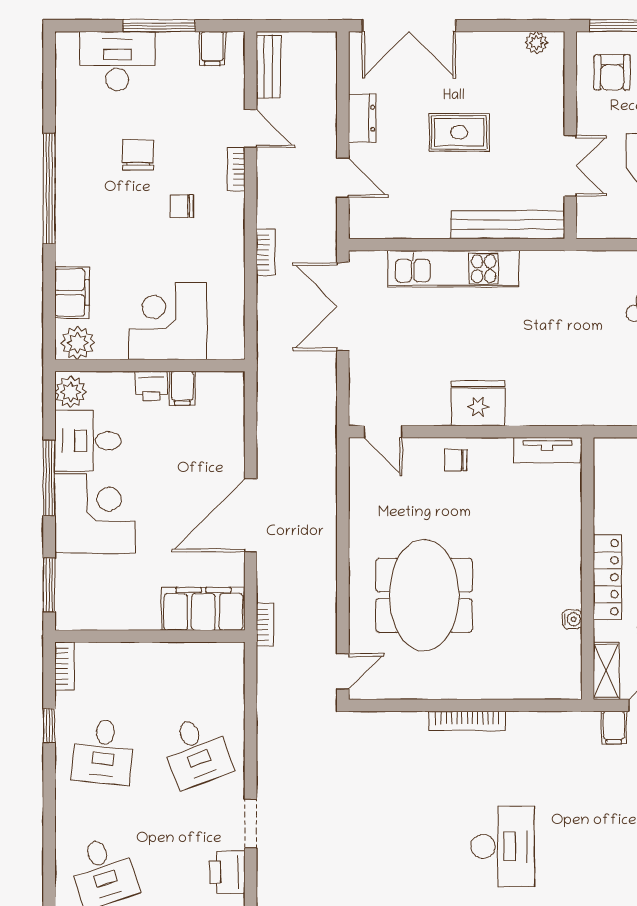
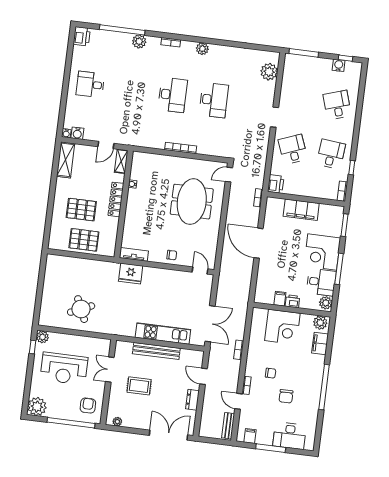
rug: (459, 132) -> (139, 386), moved
bench: (508, 225) -> (156, 351), moved
fridge: (478, 403) -> (131, 274), moved
door: (251, 515) -> (259, 243), swing flipped
filing cabinet: (203, 609) -> (301, 210), moved
filing cabinet: (614, 728) -> (121, 138), removed
desk: (402, 846) -> (214, 100), added
desk: (503, 846) -> (173, 95), turned 180
printer: (227, 872) -> (276, 184), moved

